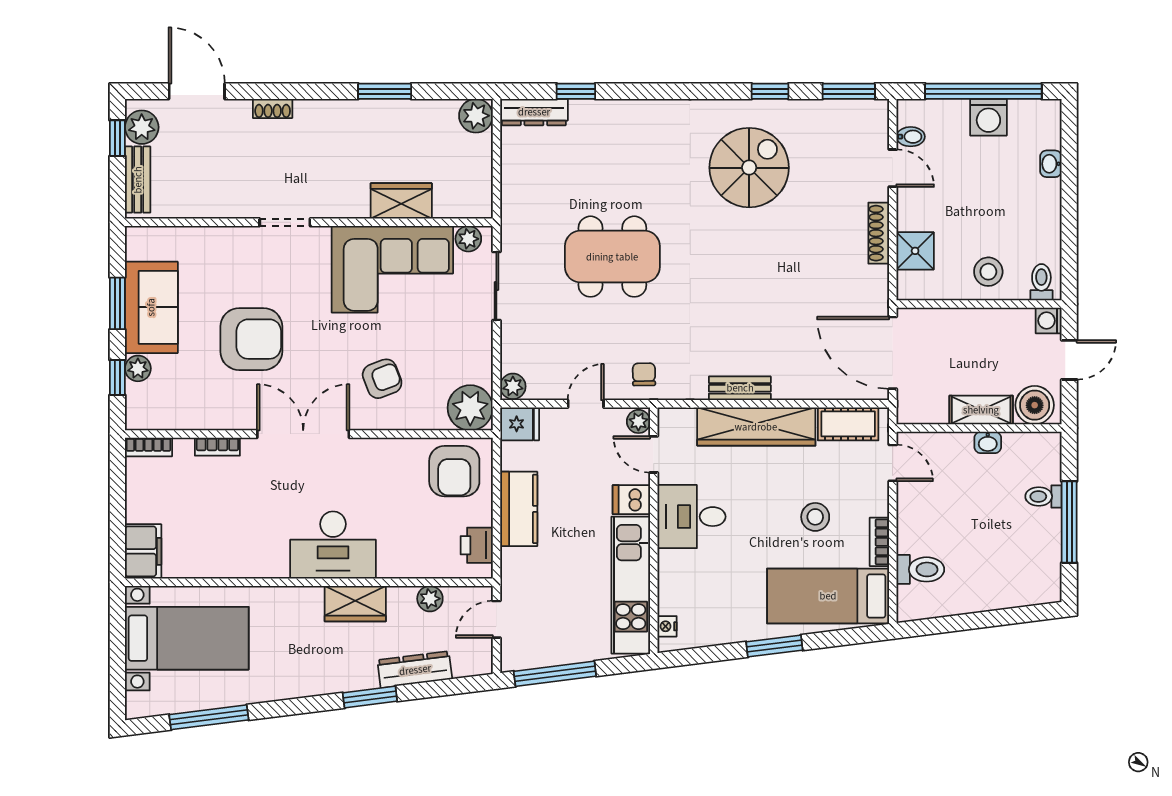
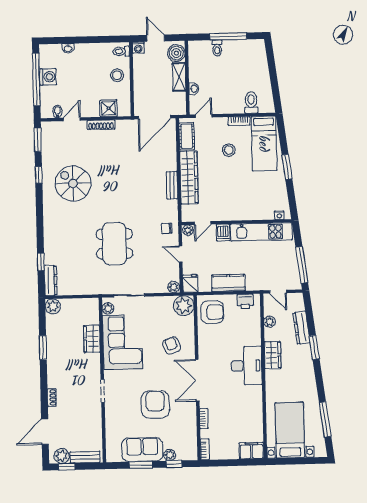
washbasin: (988, 442) -> (194, 89), moved
desk: (692, 517) -> (230, 205), removed

